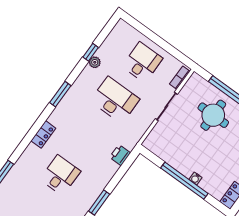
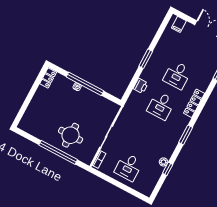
desk: (115, 100) -> (161, 106), moved, width x0.73
locker: (43, 134) -> (194, 103), width x1.53
printer: (120, 155) -> (141, 86), moved

